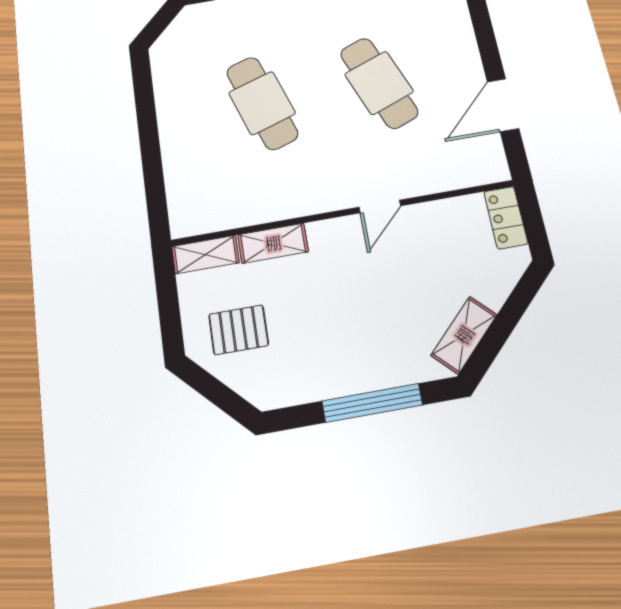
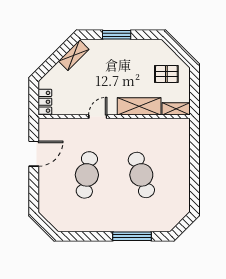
cafe table: (379, 83) -> (87, 175), turned 30
shelving: (273, 243) -> (139, 106), width x1.50, depth x1.33
window: (372, 403) -> (117, 35), width x0.69

